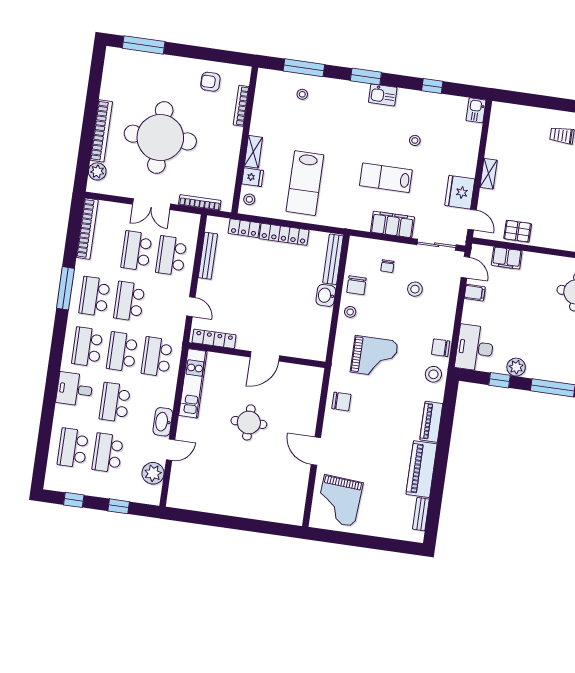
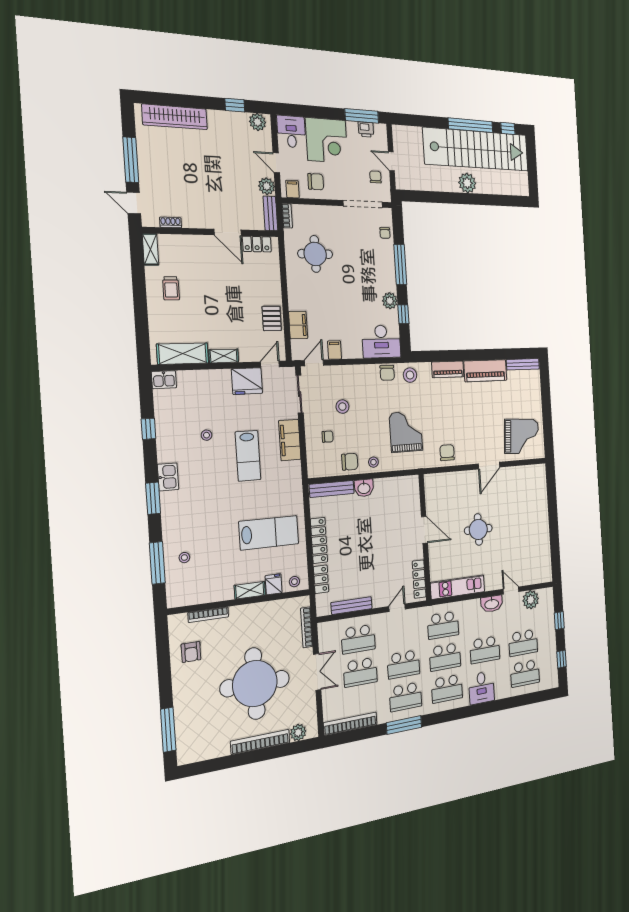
shelving: (498, 134) -> (183, 354), added
bench: (421, 514) -> (523, 364), width x1.36

